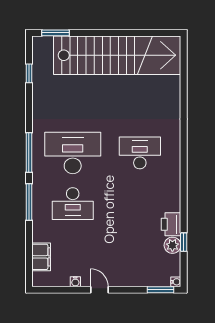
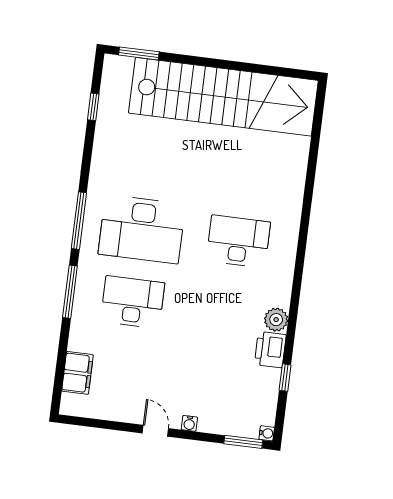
desk: (73, 153) -> (142, 229), turned 180
desk: (73, 204) -> (133, 302), turned 180
plant: (172, 245) -> (276, 320), moved
water cooler: (75, 282) -> (189, 423), moved

